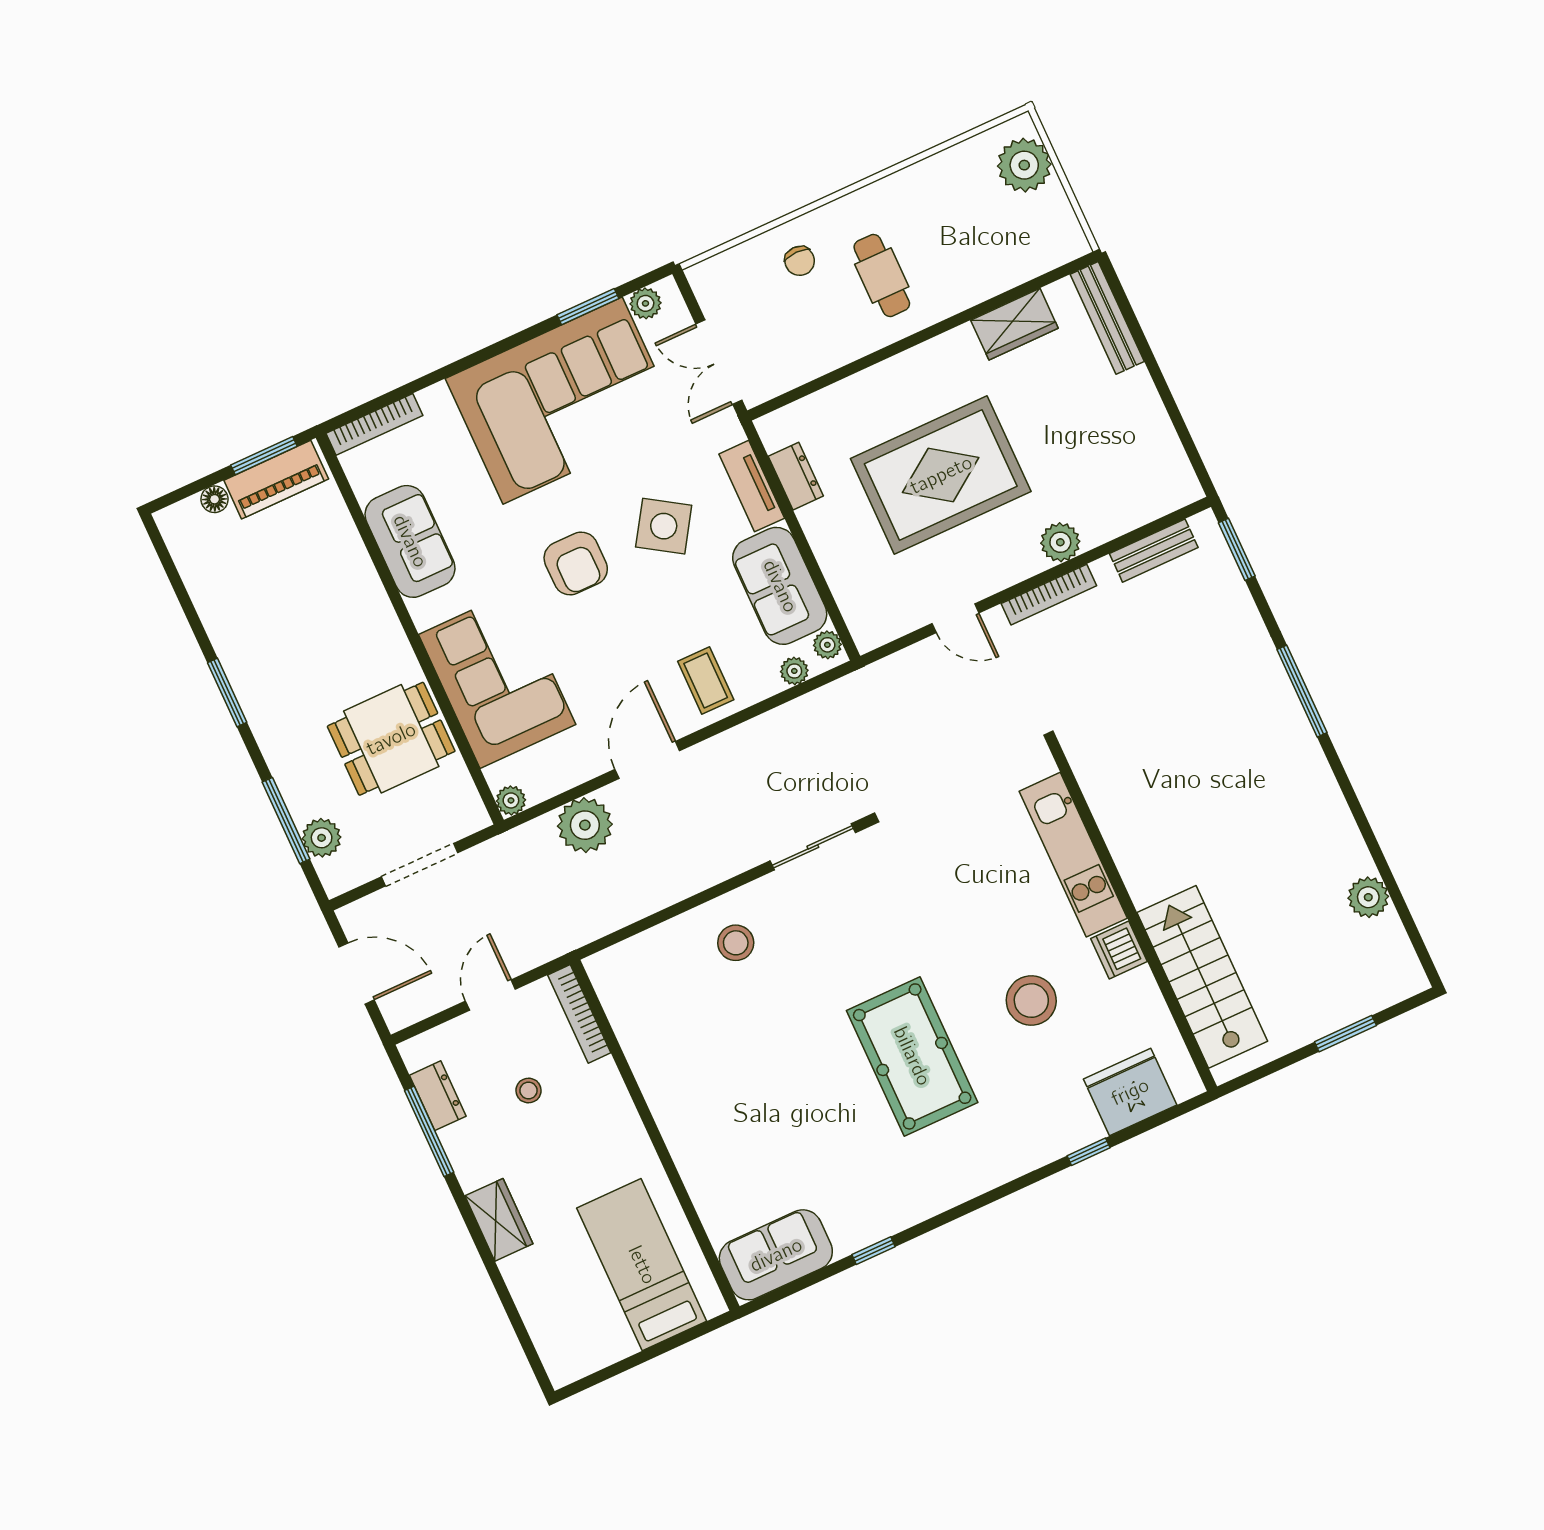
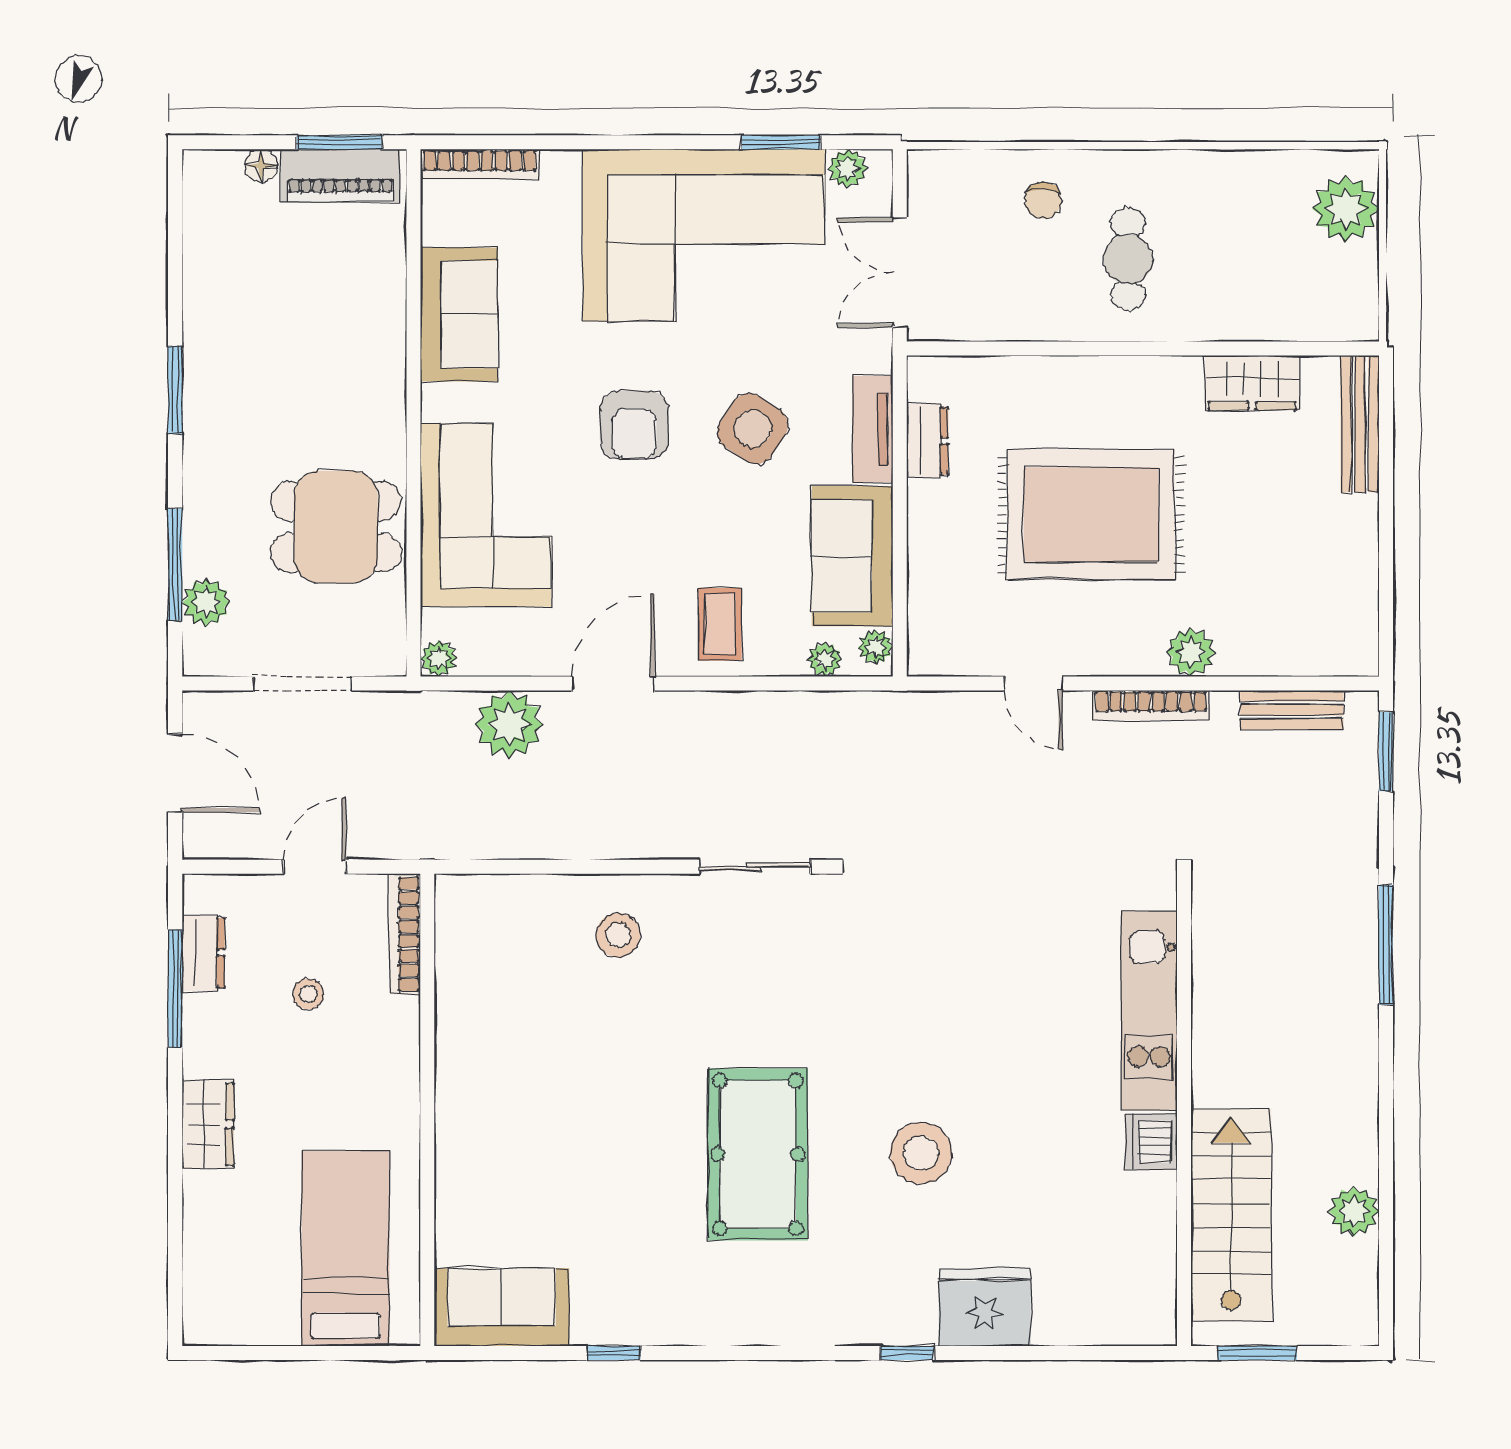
kitchen unit: (1073, 855) -> (1149, 1011), moved
wall: (1132, 916) -> (1184, 1110), moved
dishwasher: (1119, 950) -> (1151, 1142), moved
stairs: (1202, 977) -> (1231, 1215), moved

